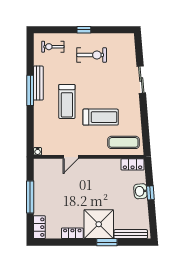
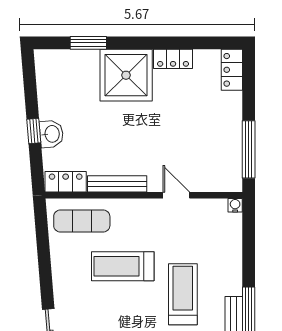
door: (71, 157) -> (176, 195), hinge flipped
window: (30, 197) -> (249, 149), moved
bench: (131, 234) -> (117, 184), moved
window: (107, 242) -> (88, 43), moved

